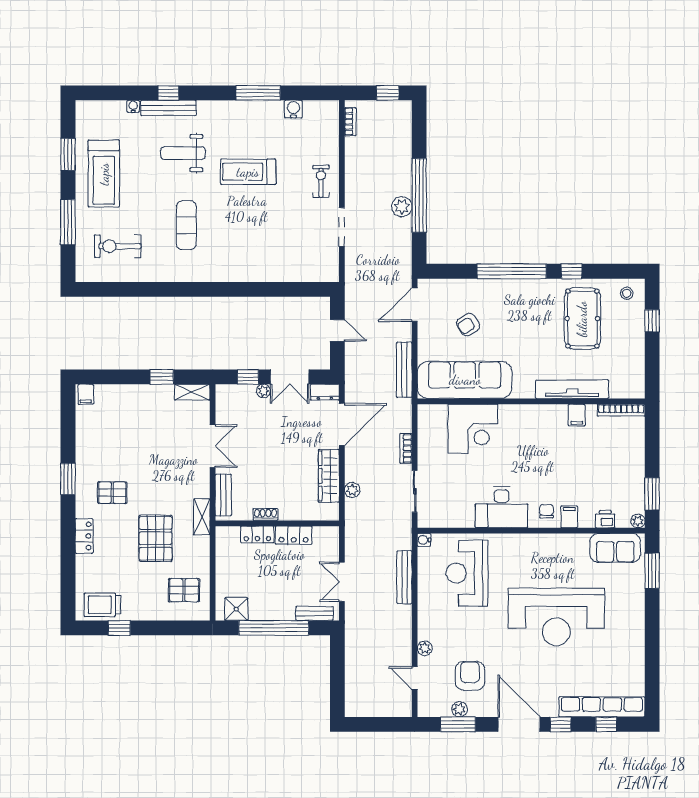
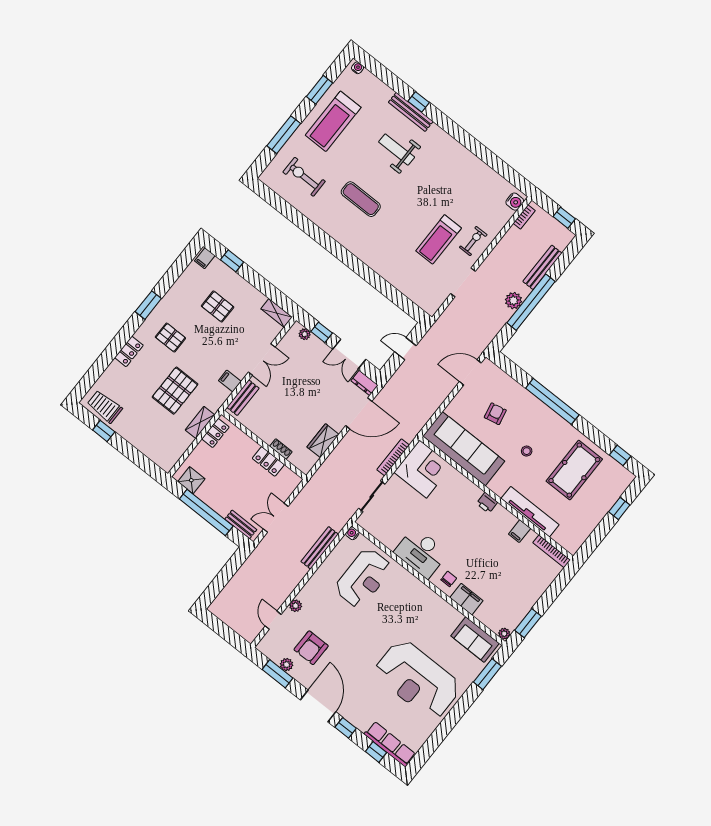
window: (258, 93) -> (478, 149), removed
water cooler: (133, 106) -> (358, 68), moved
water cooler: (293, 109) -> (515, 202), moved, turned 90
treadmill: (248, 172) -> (439, 239), moved, turned -90
exercise mat: (186, 225) -> (361, 199), turned 90
window: (571, 271) -> (620, 455), moved
stool: (627, 293) -> (527, 451), moved
armchair: (468, 325) -> (495, 414), turned 110
door: (337, 330) -> (405, 349), swing flipped
bench: (404, 370) -> (542, 267), moved
window: (162, 377) -> (232, 261), moved
plant: (263, 391) -> (305, 334), moved
corner desk: (473, 429) -> (423, 469), moved, turned -90
bookcase: (406, 448) -> (393, 457), width x1.56
wardrobe: (329, 476) -> (323, 441), width x0.67
filing cabinet: (199, 489) -> (230, 381), added
plant: (352, 490) -> (331, 462), removed
shoe rack: (265, 515) -> (281, 449), moved
shelving: (202, 517) -> (200, 422), moved
filing cabinet: (569, 517) -> (466, 599), width x2.00
printer: (605, 519) -> (487, 503), moved, turned 180
locker: (257, 534) -> (215, 433), moved, turned -90
reception desk: (467, 573) -> (363, 578), turned 180
pallet: (184, 590) -> (218, 307), moved
reception desk: (556, 617) -> (417, 680), moved
armchair: (470, 676) -> (311, 648), turned 180
row of seats: (602, 707) -> (390, 744), width x0.73

